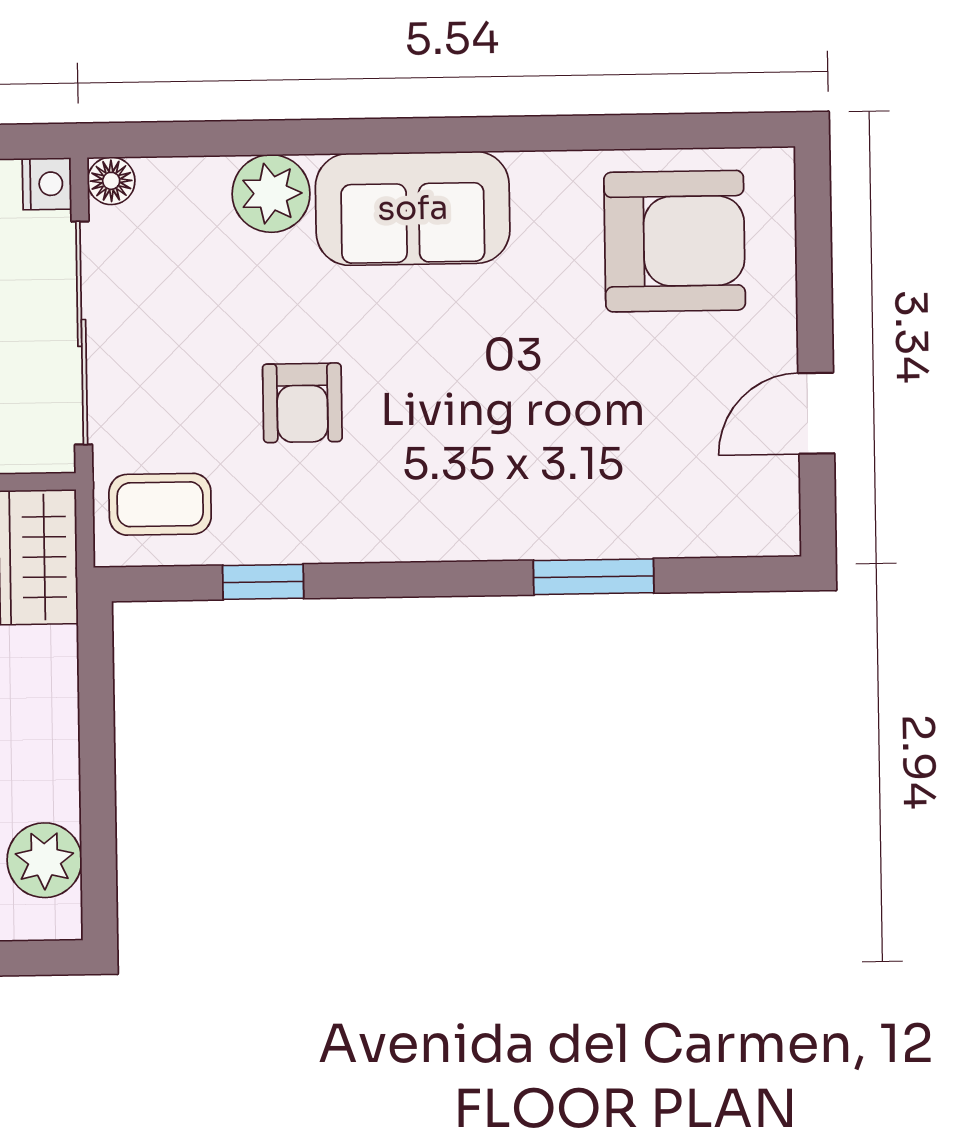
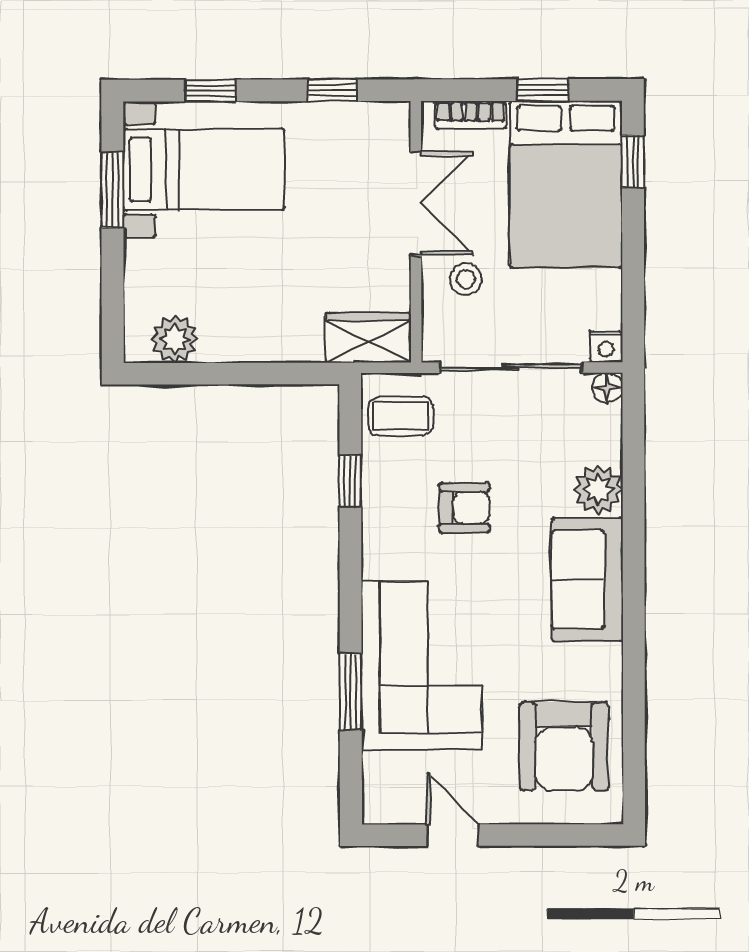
armchair: (302, 403) -> (464, 508), turned 180
corner sofa: (551, 466) -> (422, 666), added
coffee table: (160, 504) -> (401, 416), turned 90

